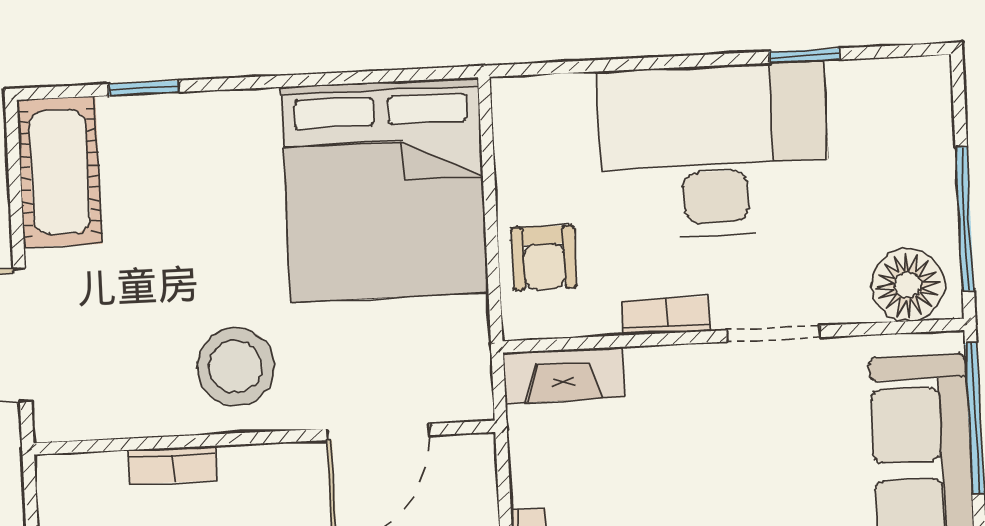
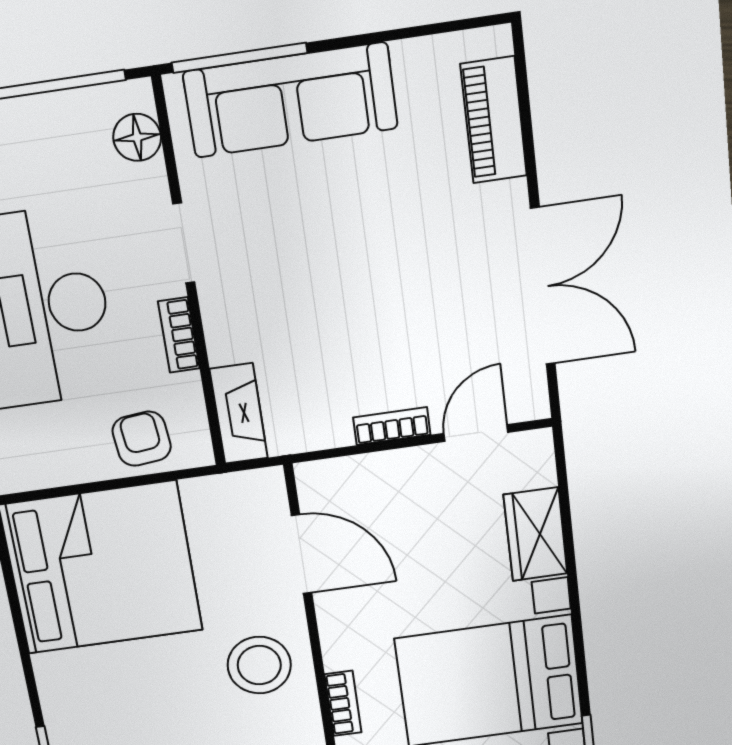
armchair: (544, 258) -> (142, 439), turned -96
floor lamp: (908, 285) -> (137, 137), width x0.73, depth x0.73

